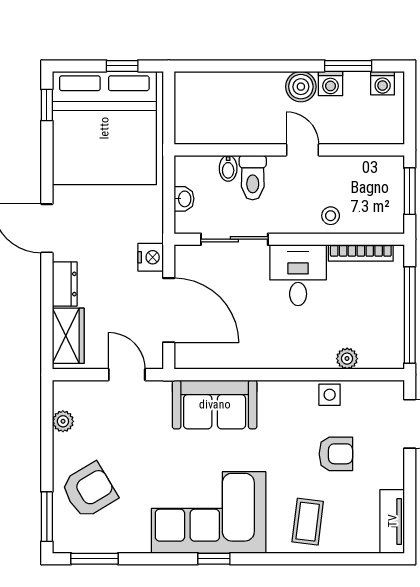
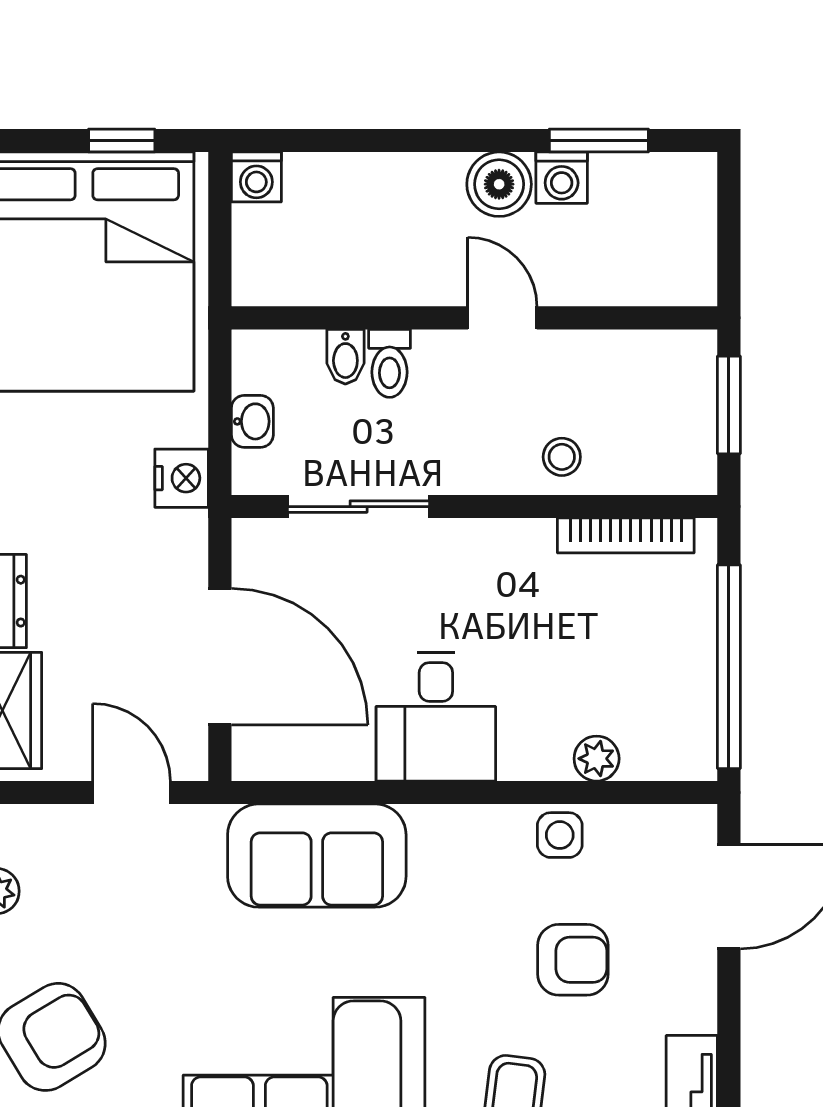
washing machine: (383, 83) -> (256, 177), moved
toilet: (253, 178) -> (390, 363), width x0.73, depth x0.72
nightstand: (151, 257) -> (182, 478), moved
desk: (298, 275) -> (436, 717), moved, turned 180

